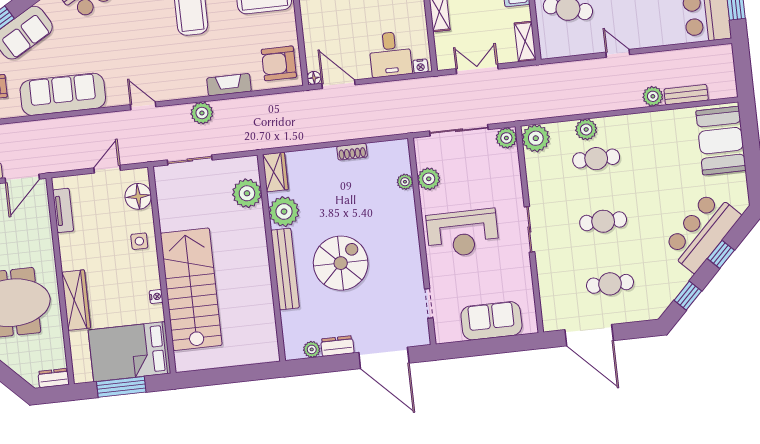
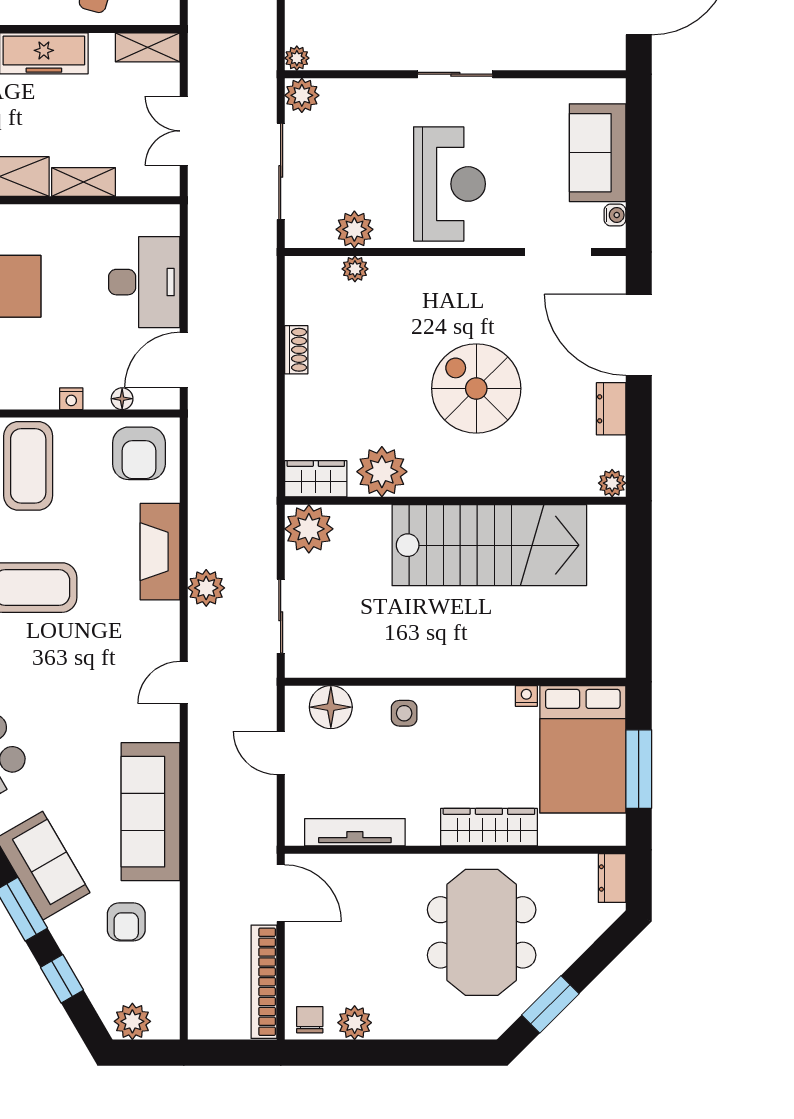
desk: (390, 54) -> (144, 282), width x1.37
nightstand: (421, 66) -> (71, 399), moved, turned 90
floor lamp: (314, 78) -> (122, 399), moved
fireplace: (229, 85) -> (160, 552), width x1.37, depth x1.32
plant: (536, 138) -> (297, 58), width x0.53, depth x0.53
plant: (247, 193) -> (309, 529), moved
tv unit: (63, 210) -> (355, 832), width x1.41
bench: (285, 269) -> (476, 480), removed
stairs: (191, 289) -> (489, 545), moved, turned 180
nightstand: (156, 297) -> (526, 696), moved
doorway: (429, 303) -> (558, 252), width x1.38
water cooler: (455, 335) -> (615, 215), added
plant: (312, 349) -> (612, 483), moved
door: (384, 358) -> (639, 335), swing flipped

